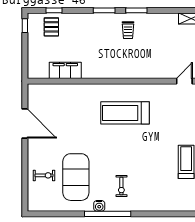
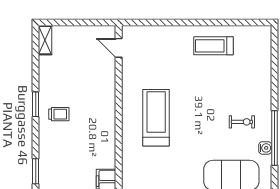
window: (104, 10) -> (36, 171), moved
treadmill: (125, 113) -> (156, 118), turned 180

